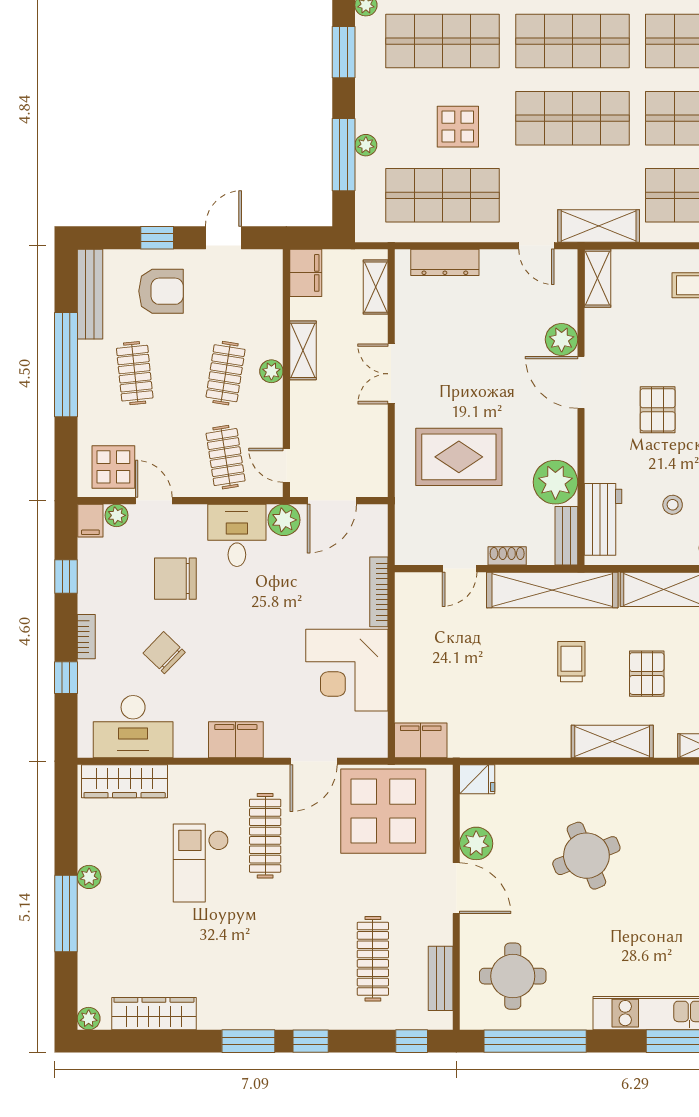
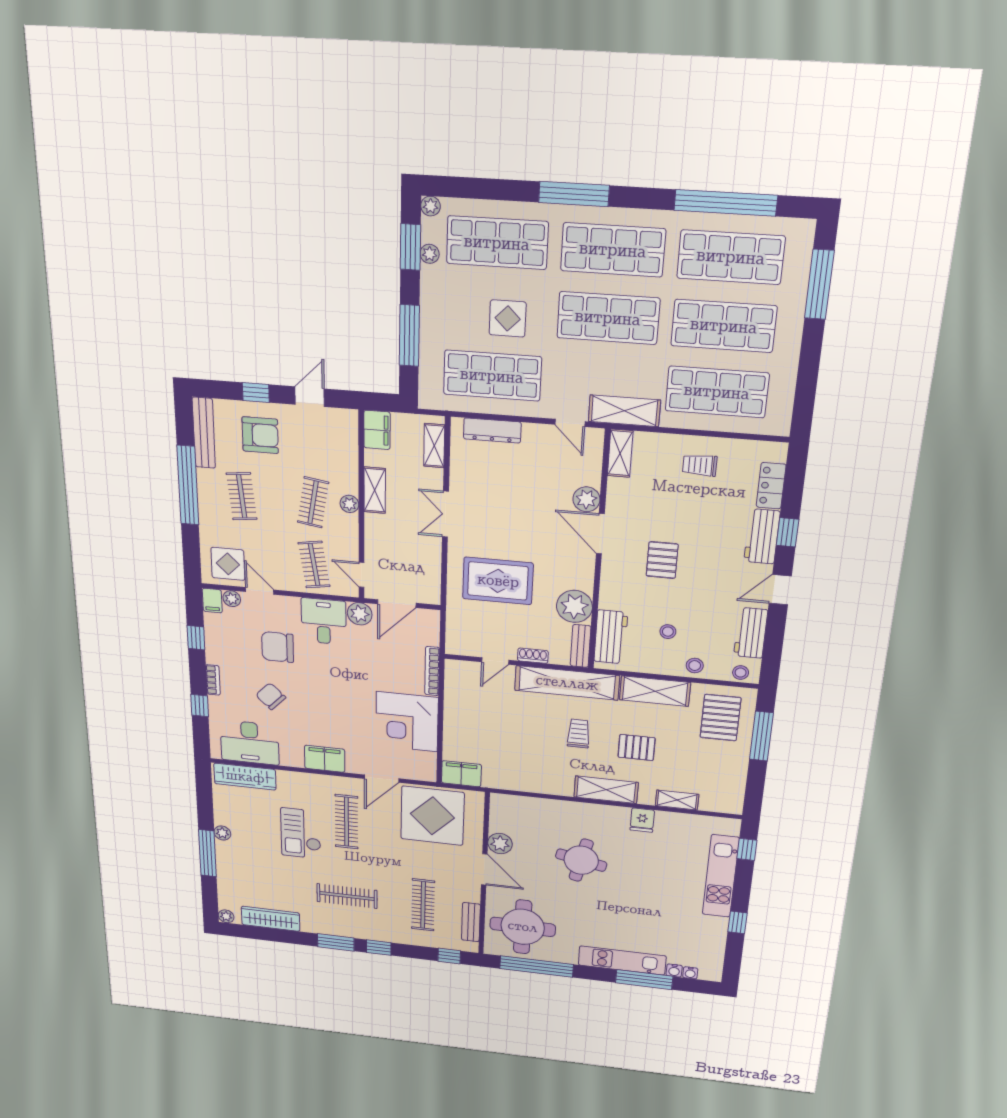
plant: (366, 145) -> (430, 254), moved
pallet: (647, 674) -> (637, 747), turned 90
fridge: (477, 779) -> (642, 820), moved, turned 90
round table: (586, 856) -> (581, 860), turned 34
clothes rail: (265, 959) -> (347, 896), added
round table: (513, 976) -> (523, 927), width x1.36, depth x1.36

